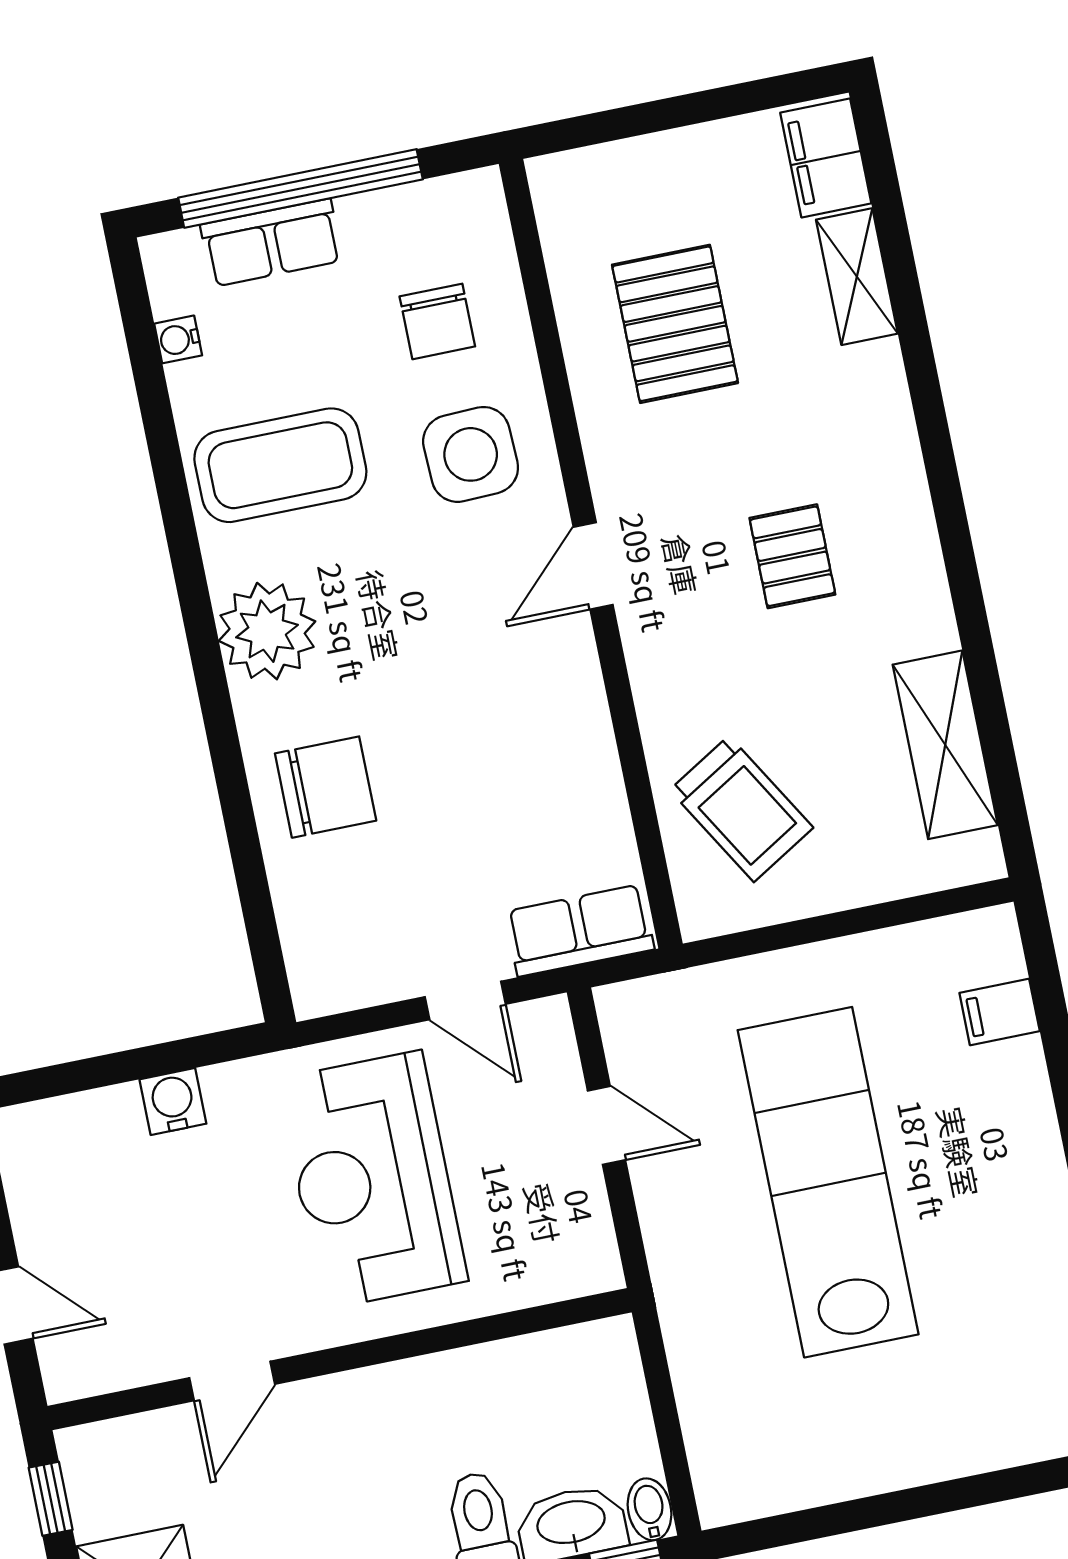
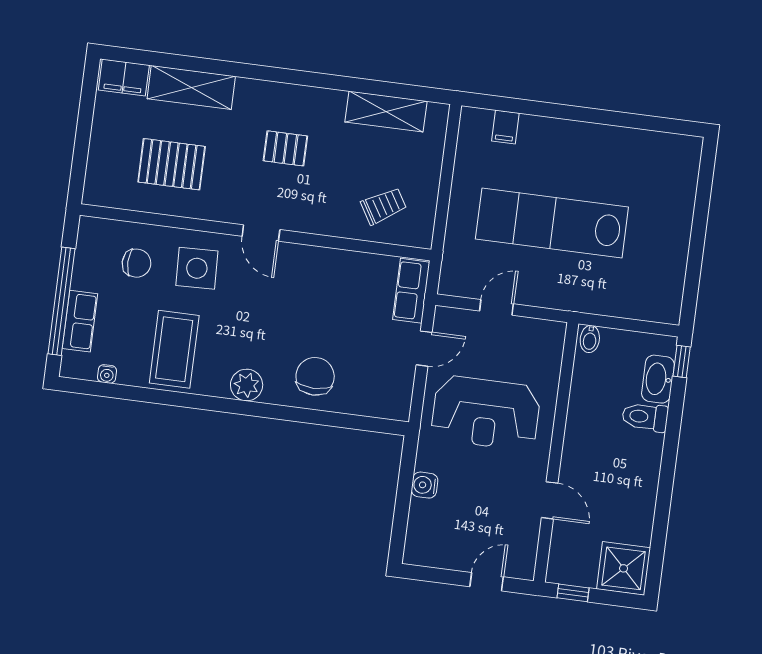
shelving: (857, 277) -> (191, 87), width x1.50, depth x1.33
plant: (267, 631) -> (247, 385), width x0.73, depth x0.73
trolley: (741, 809) -> (384, 206), width x0.73, depth x0.72
bidet: (650, 1509) -> (590, 339), moved, turned -90

